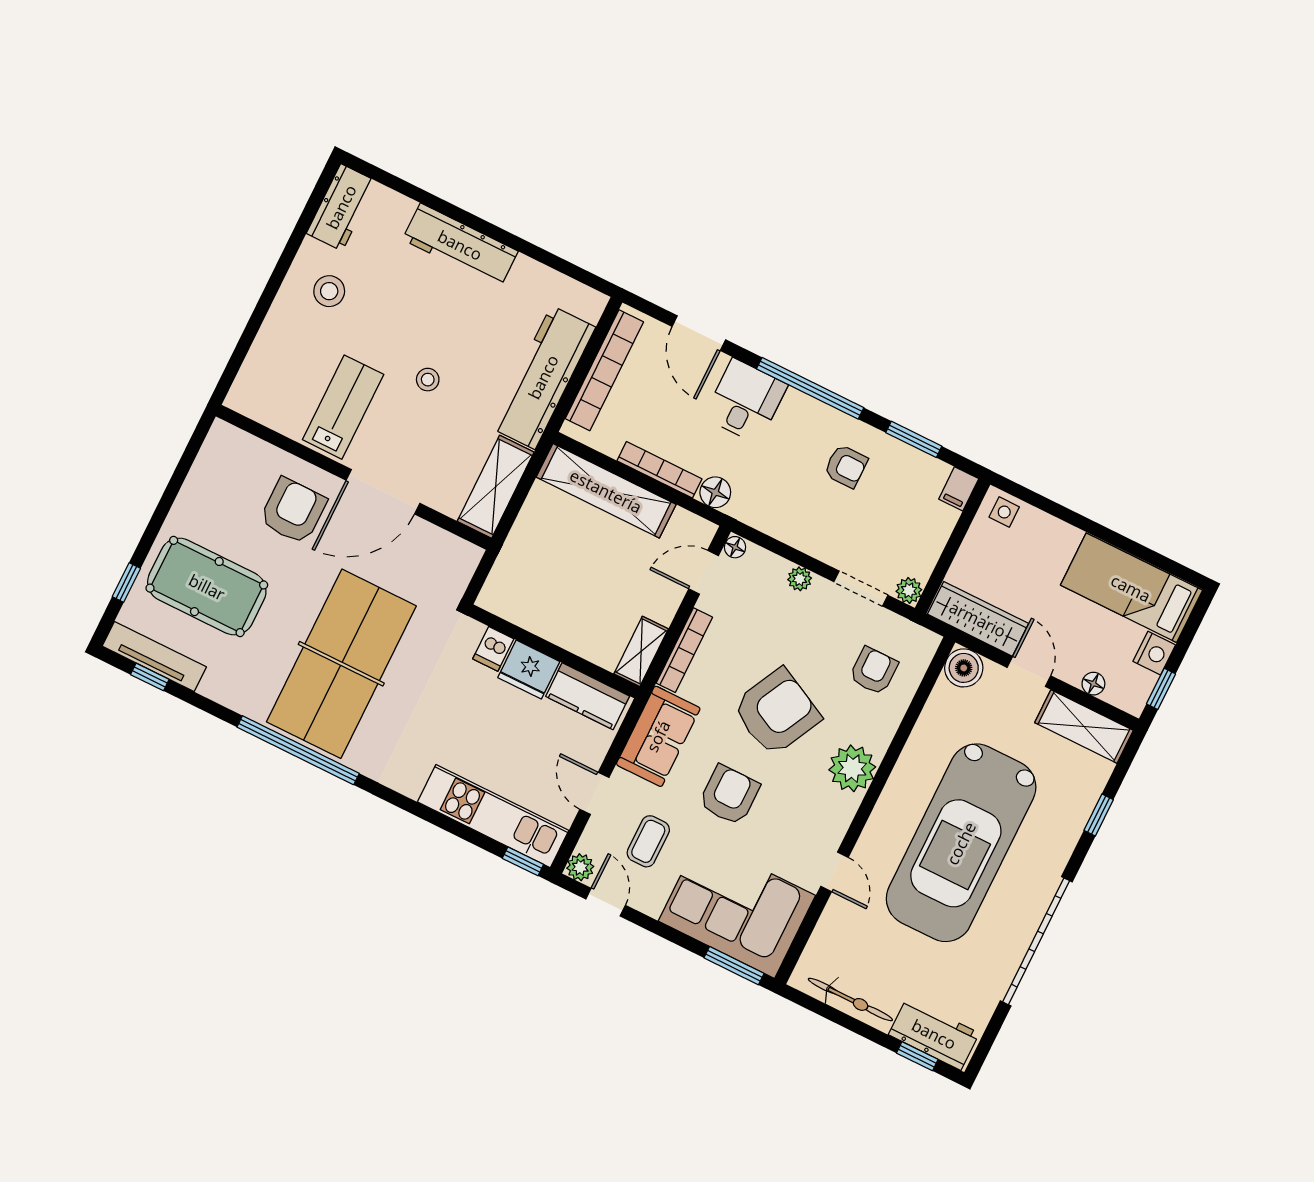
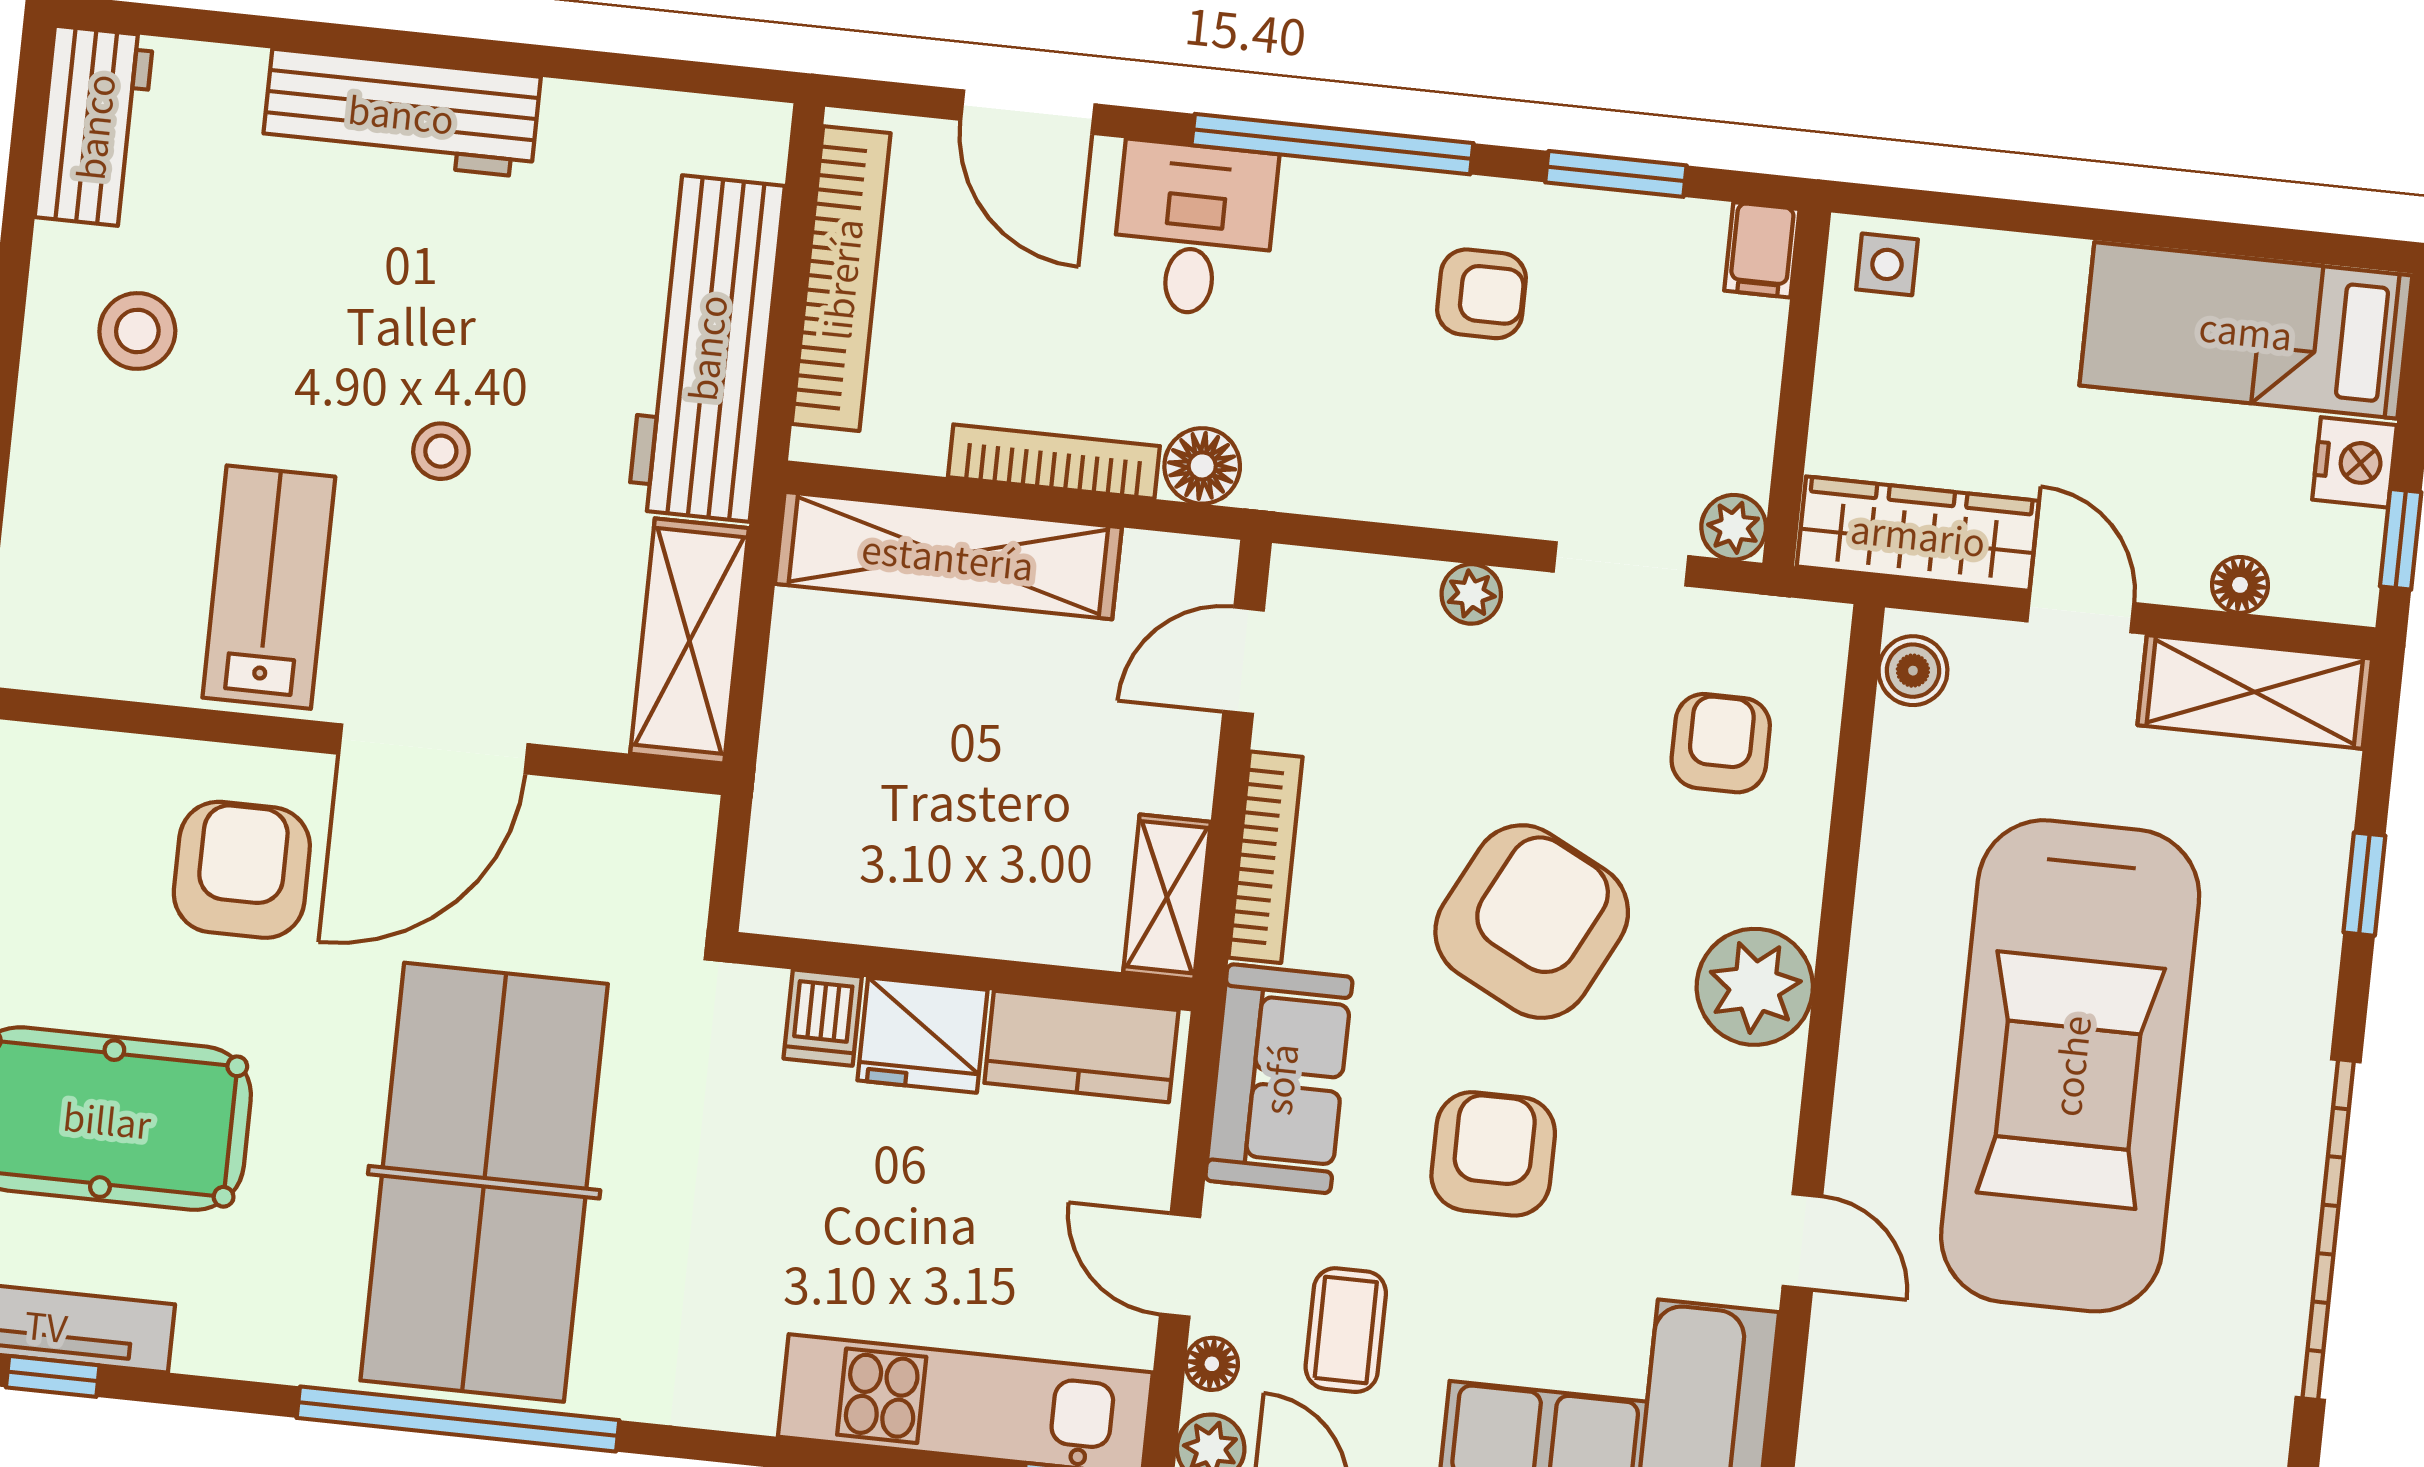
floor lamp: (735, 547) -> (1212, 1364), moved
boiler: (964, 668) -> (1913, 671), width x0.73, depth x0.73

